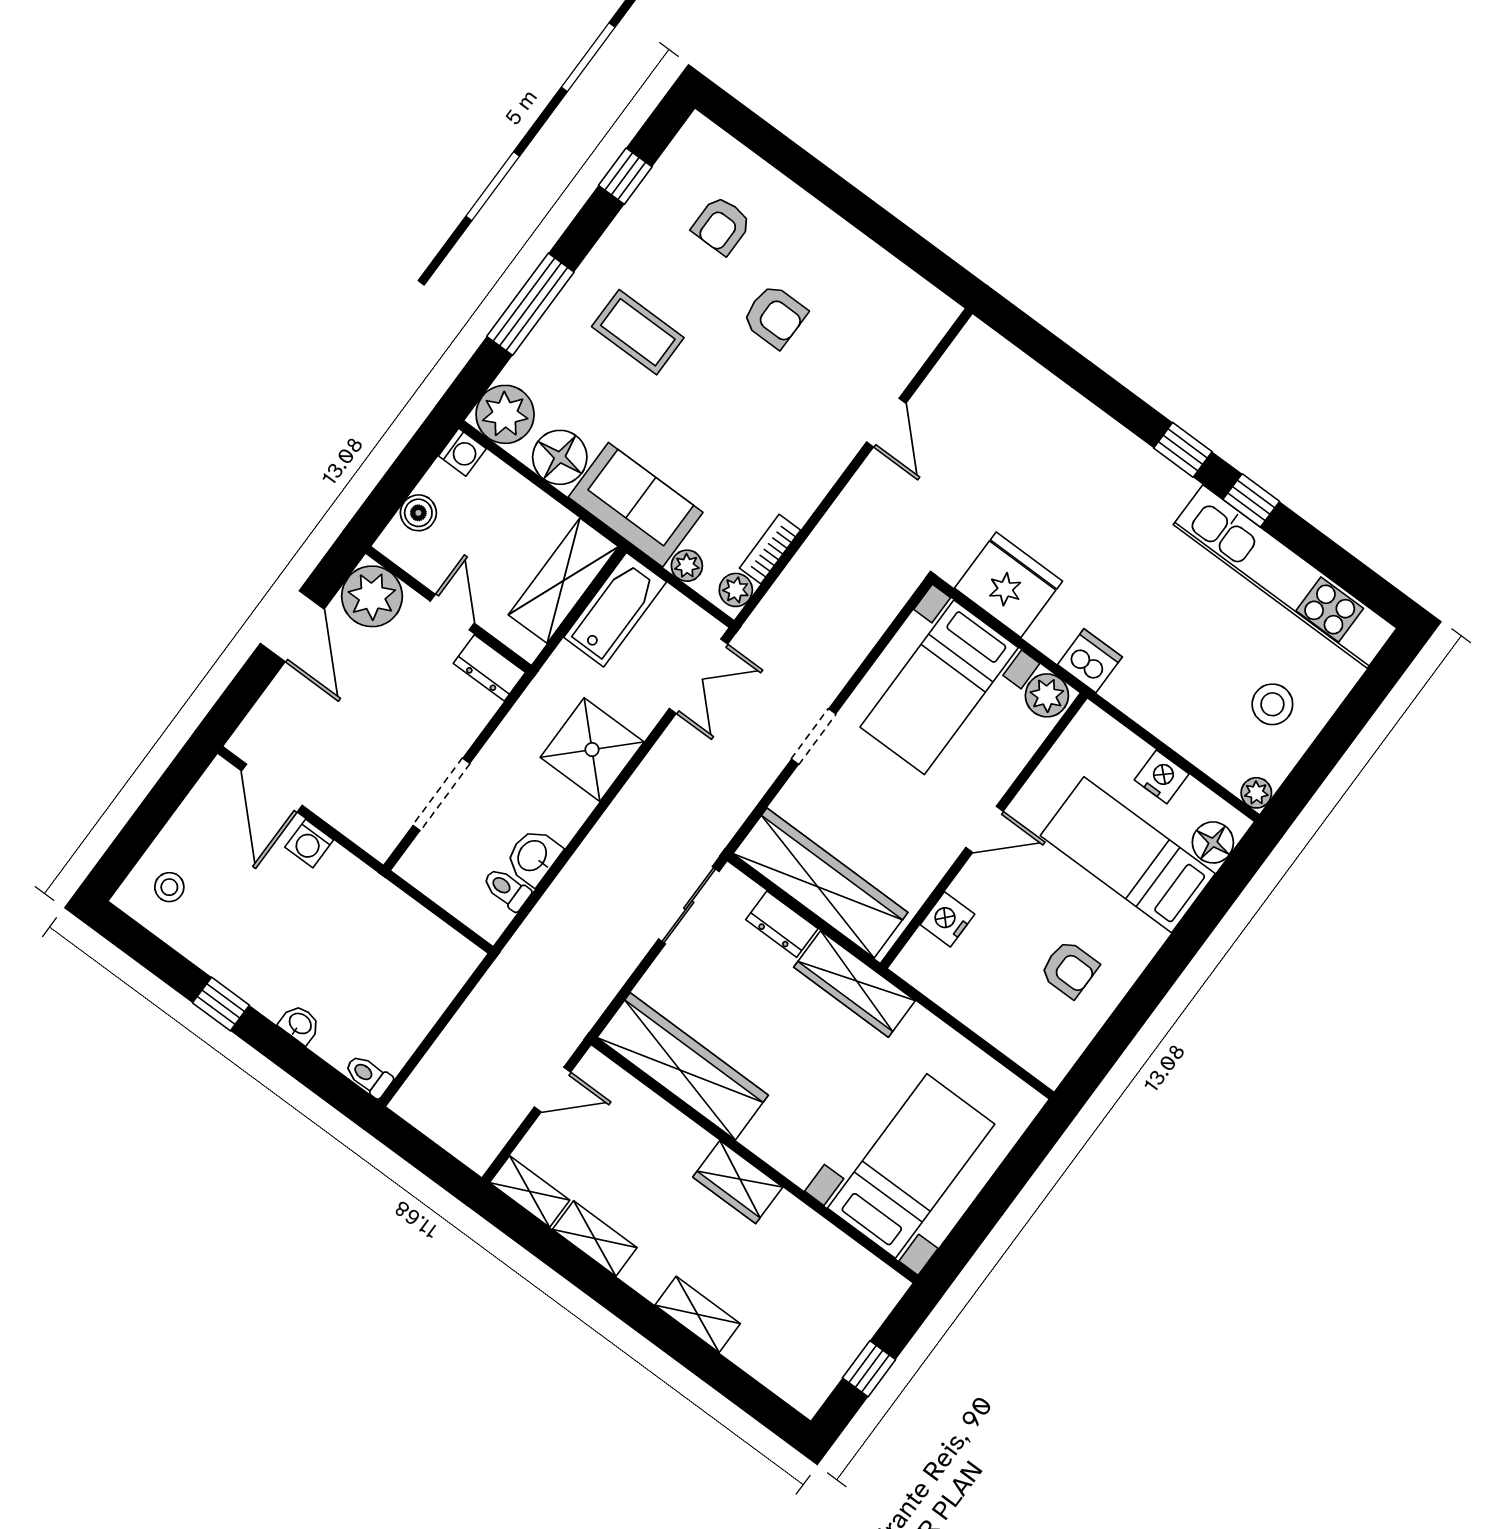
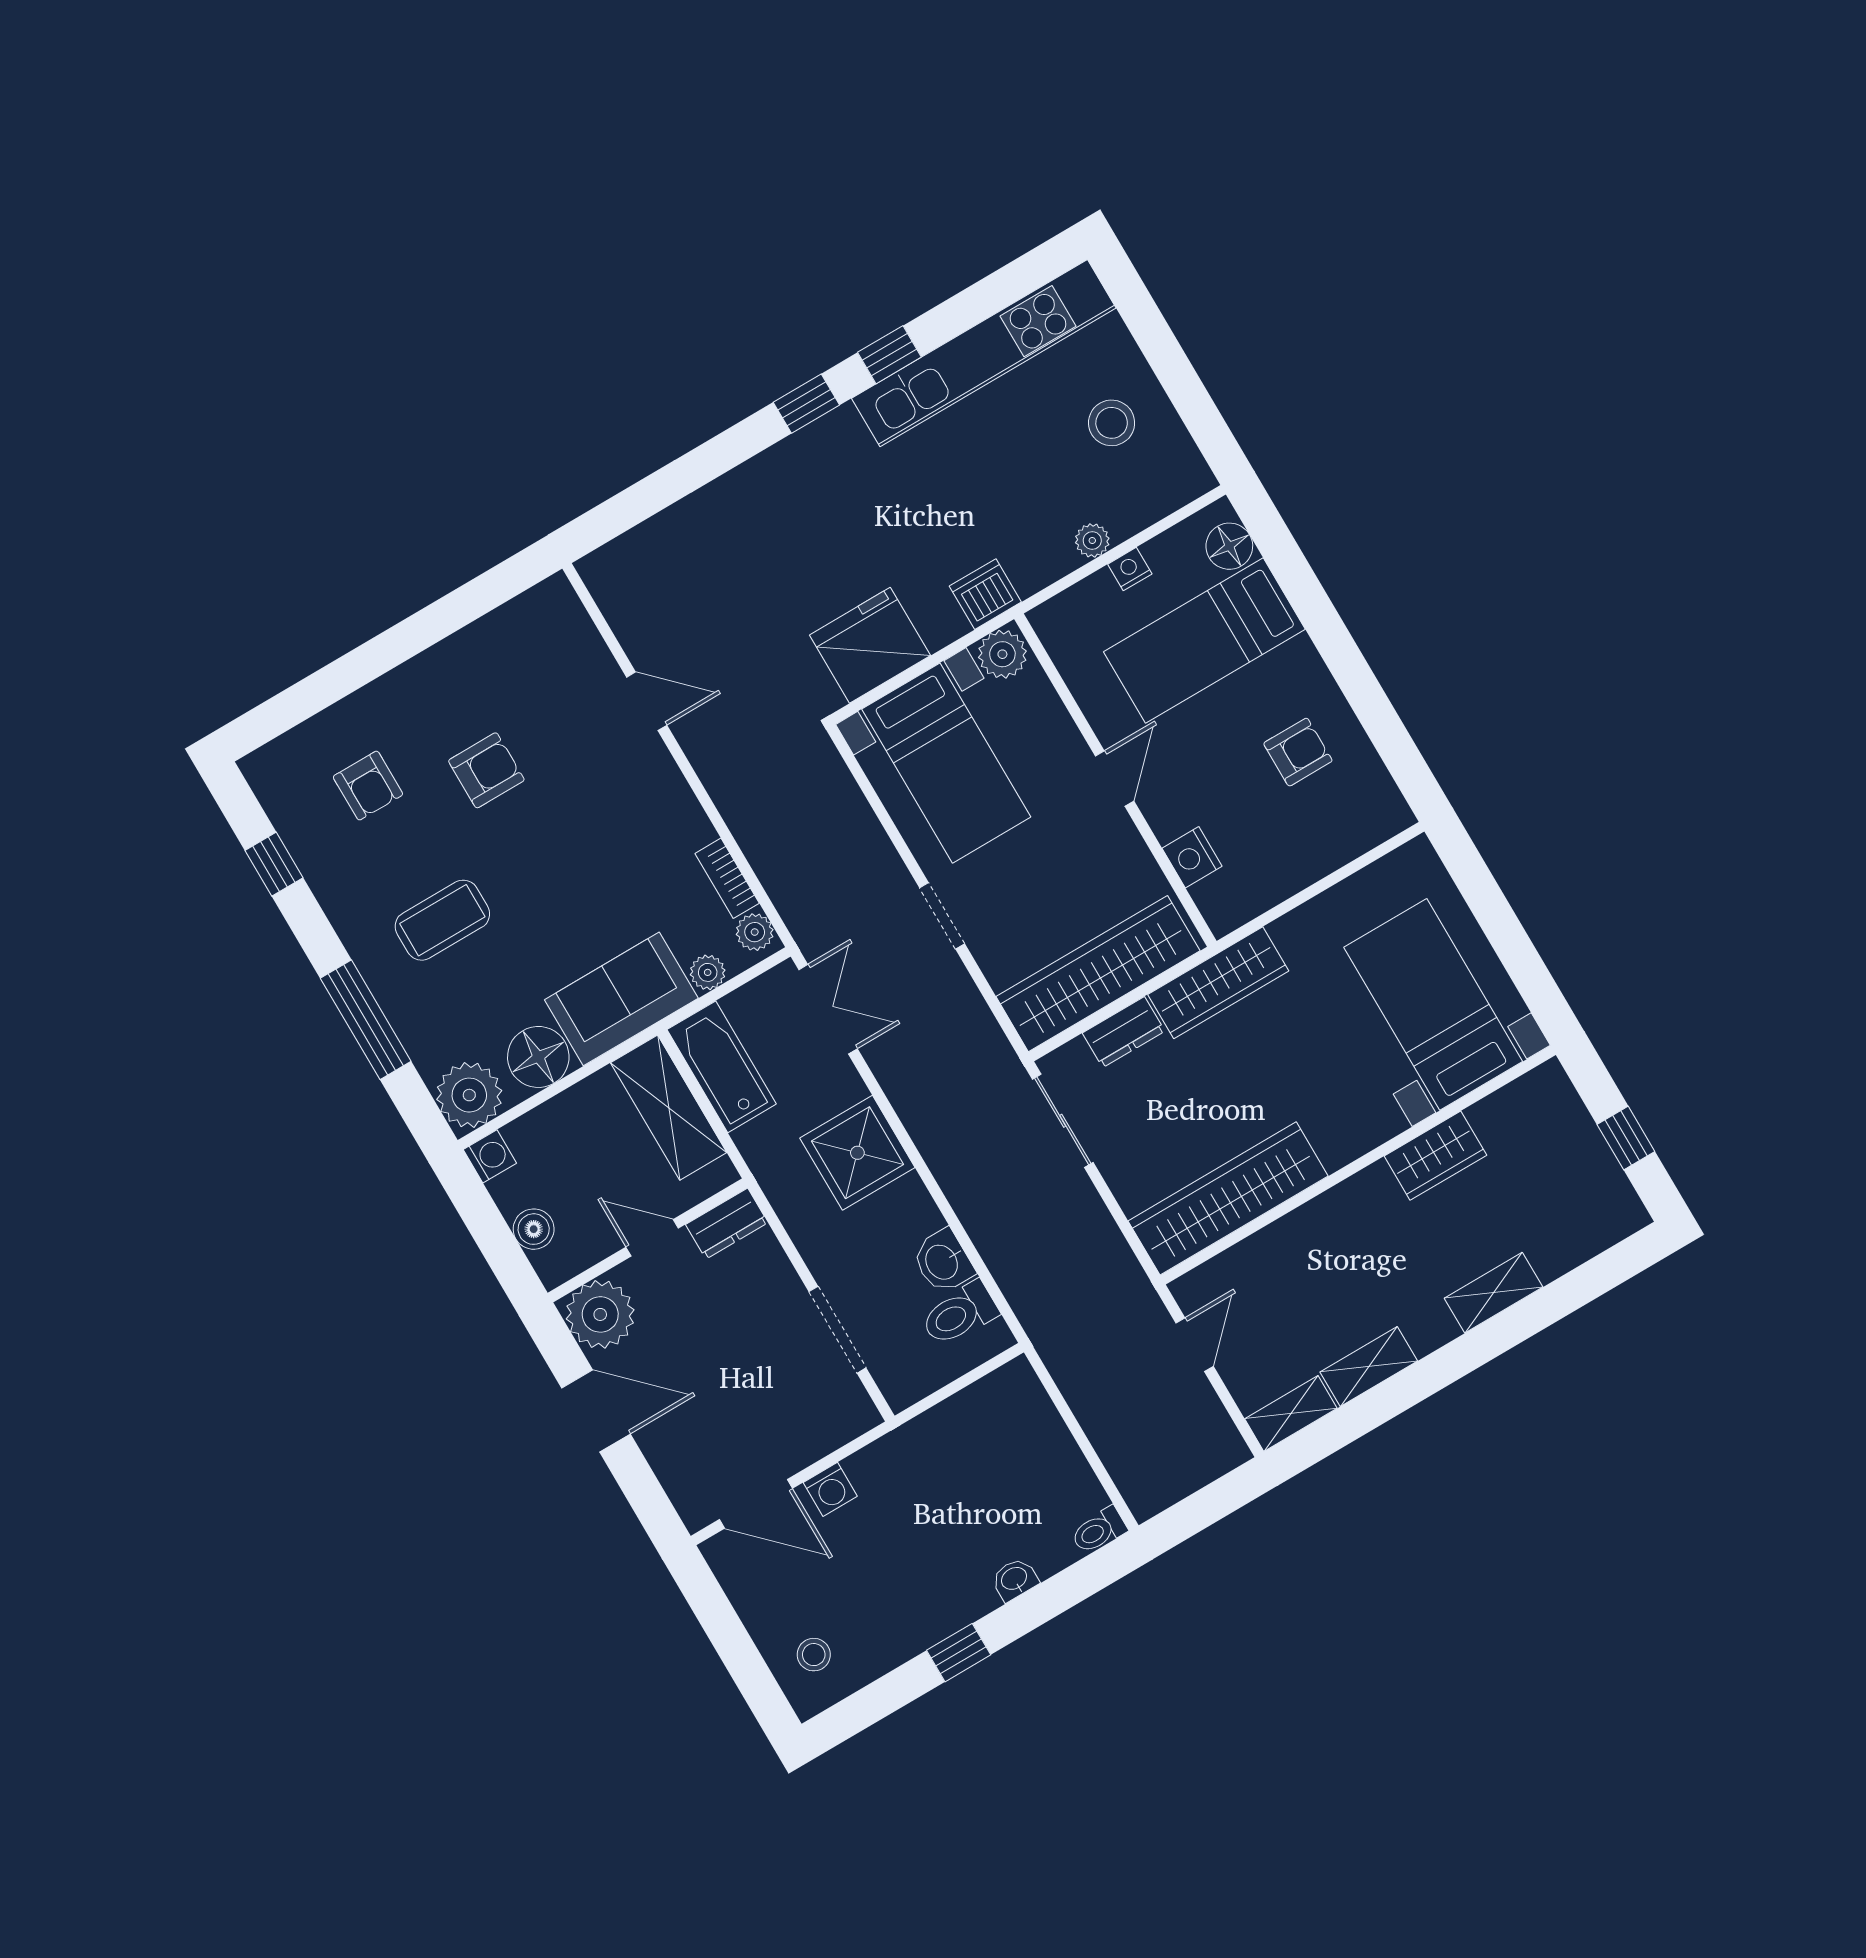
nightstand: (1162, 777) -> (1130, 569), width x0.72, depth x0.74
plant: (1256, 793) -> (1092, 540), moved
toilet: (507, 889) -> (960, 1314), width x1.37, depth x1.39
wardrobe: (738, 1182) -> (1435, 1156), moved

